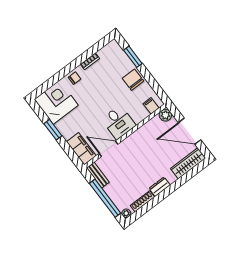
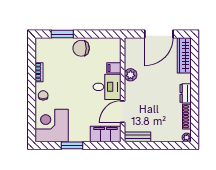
filing cabinet: (151, 106) -> (114, 68), moved
plant: (165, 115) -> (131, 75), moved
window: (105, 198) -> (161, 145), removed

